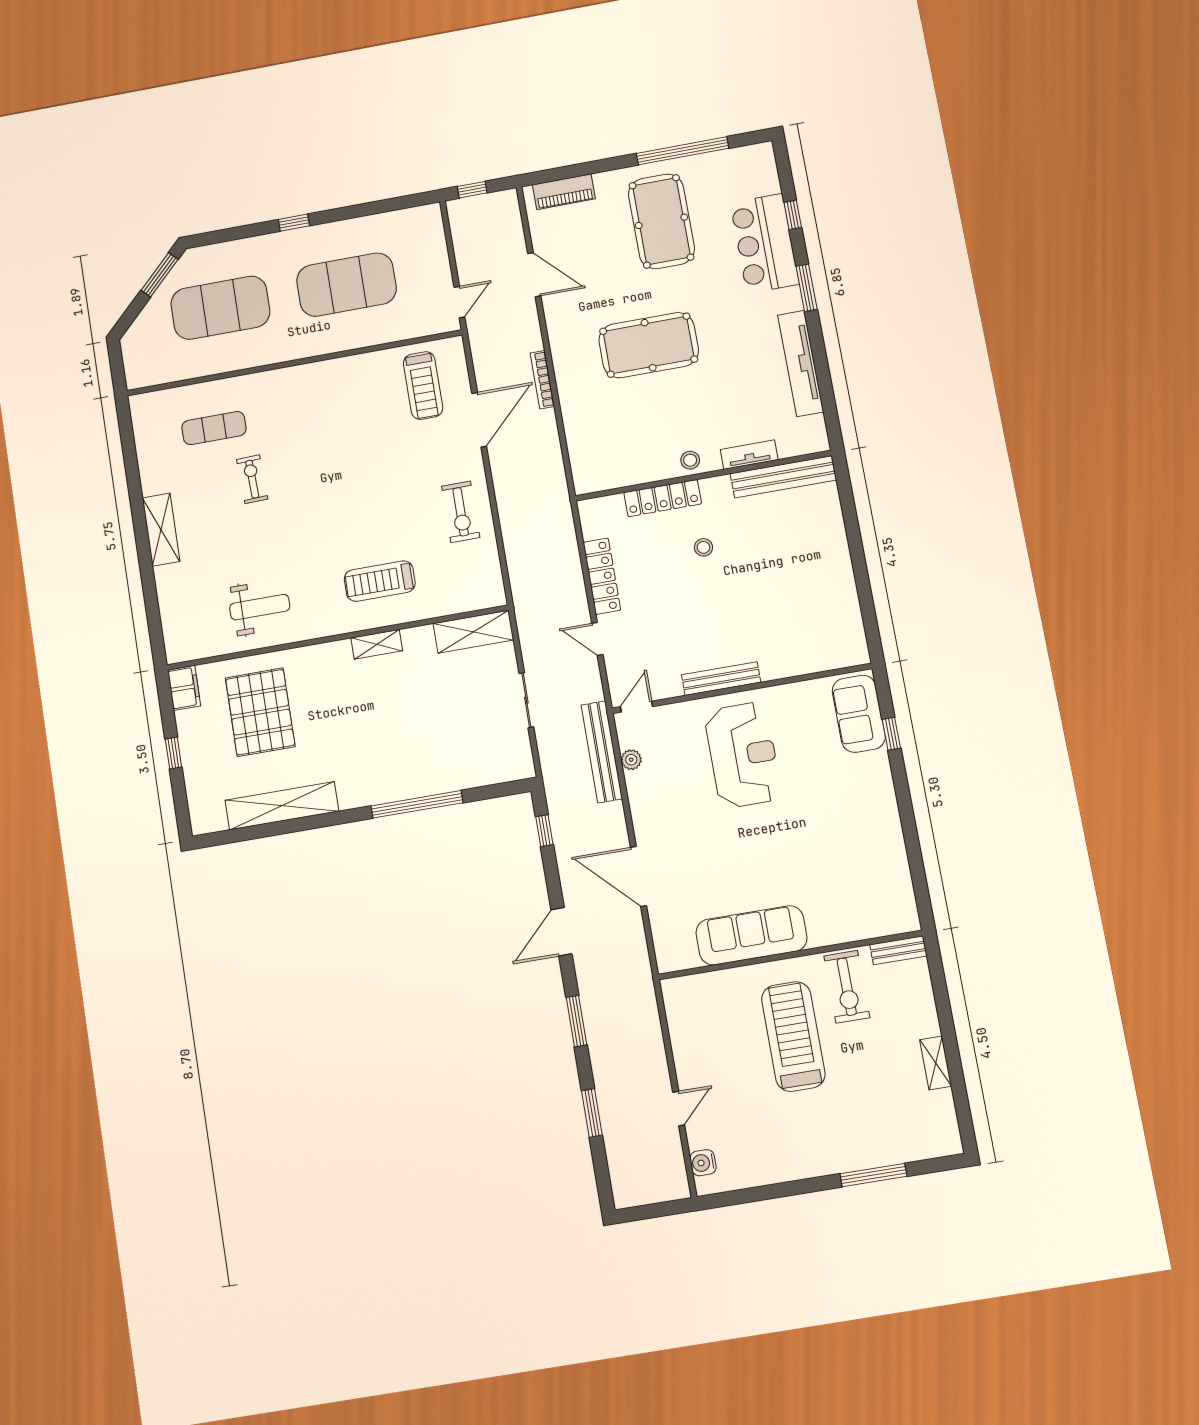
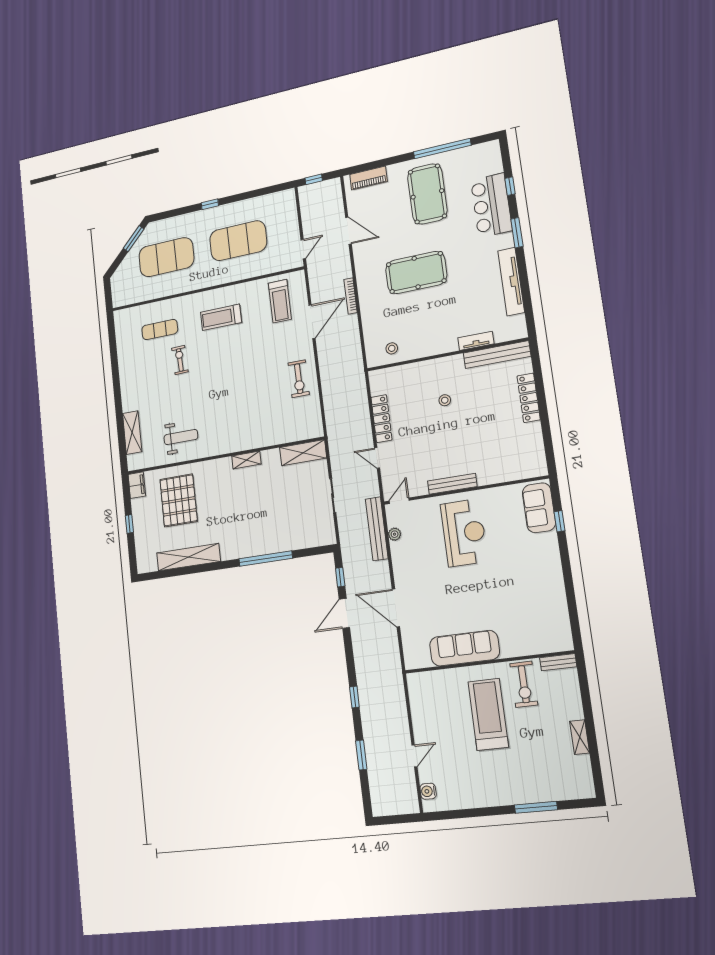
stool: (690, 460) -> (392, 348), moved
locker: (663, 498) -> (529, 398), moved, turned 90
shelving: (161, 530) -> (132, 433), moved
treadmill: (380, 581) -> (221, 317), moved
door: (561, 932) -> (344, 613), moved
window: (576, 1021) -> (354, 697), width x0.67

